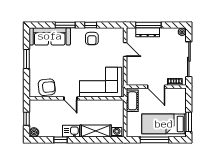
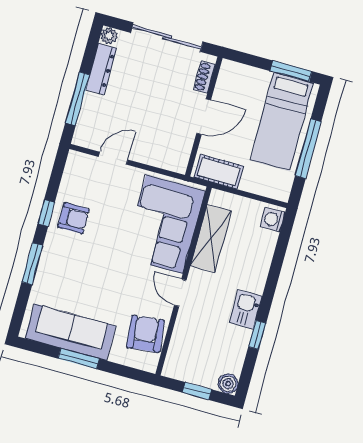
dresser: (148, 32) -> (101, 69), moved
sofa: (50, 36) -> (70, 332), moved, turned -90
door: (70, 98) -> (180, 293), swing flipped
shelving: (96, 131) -> (211, 238), moved

